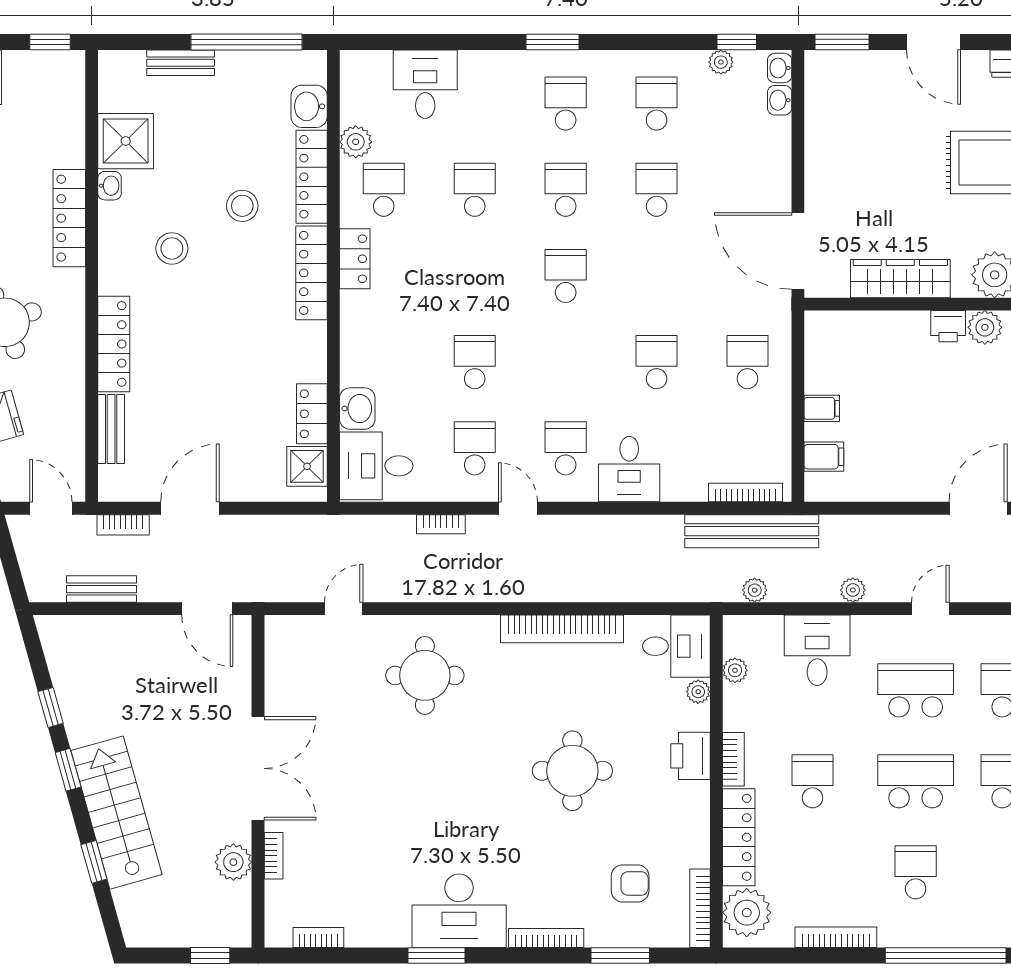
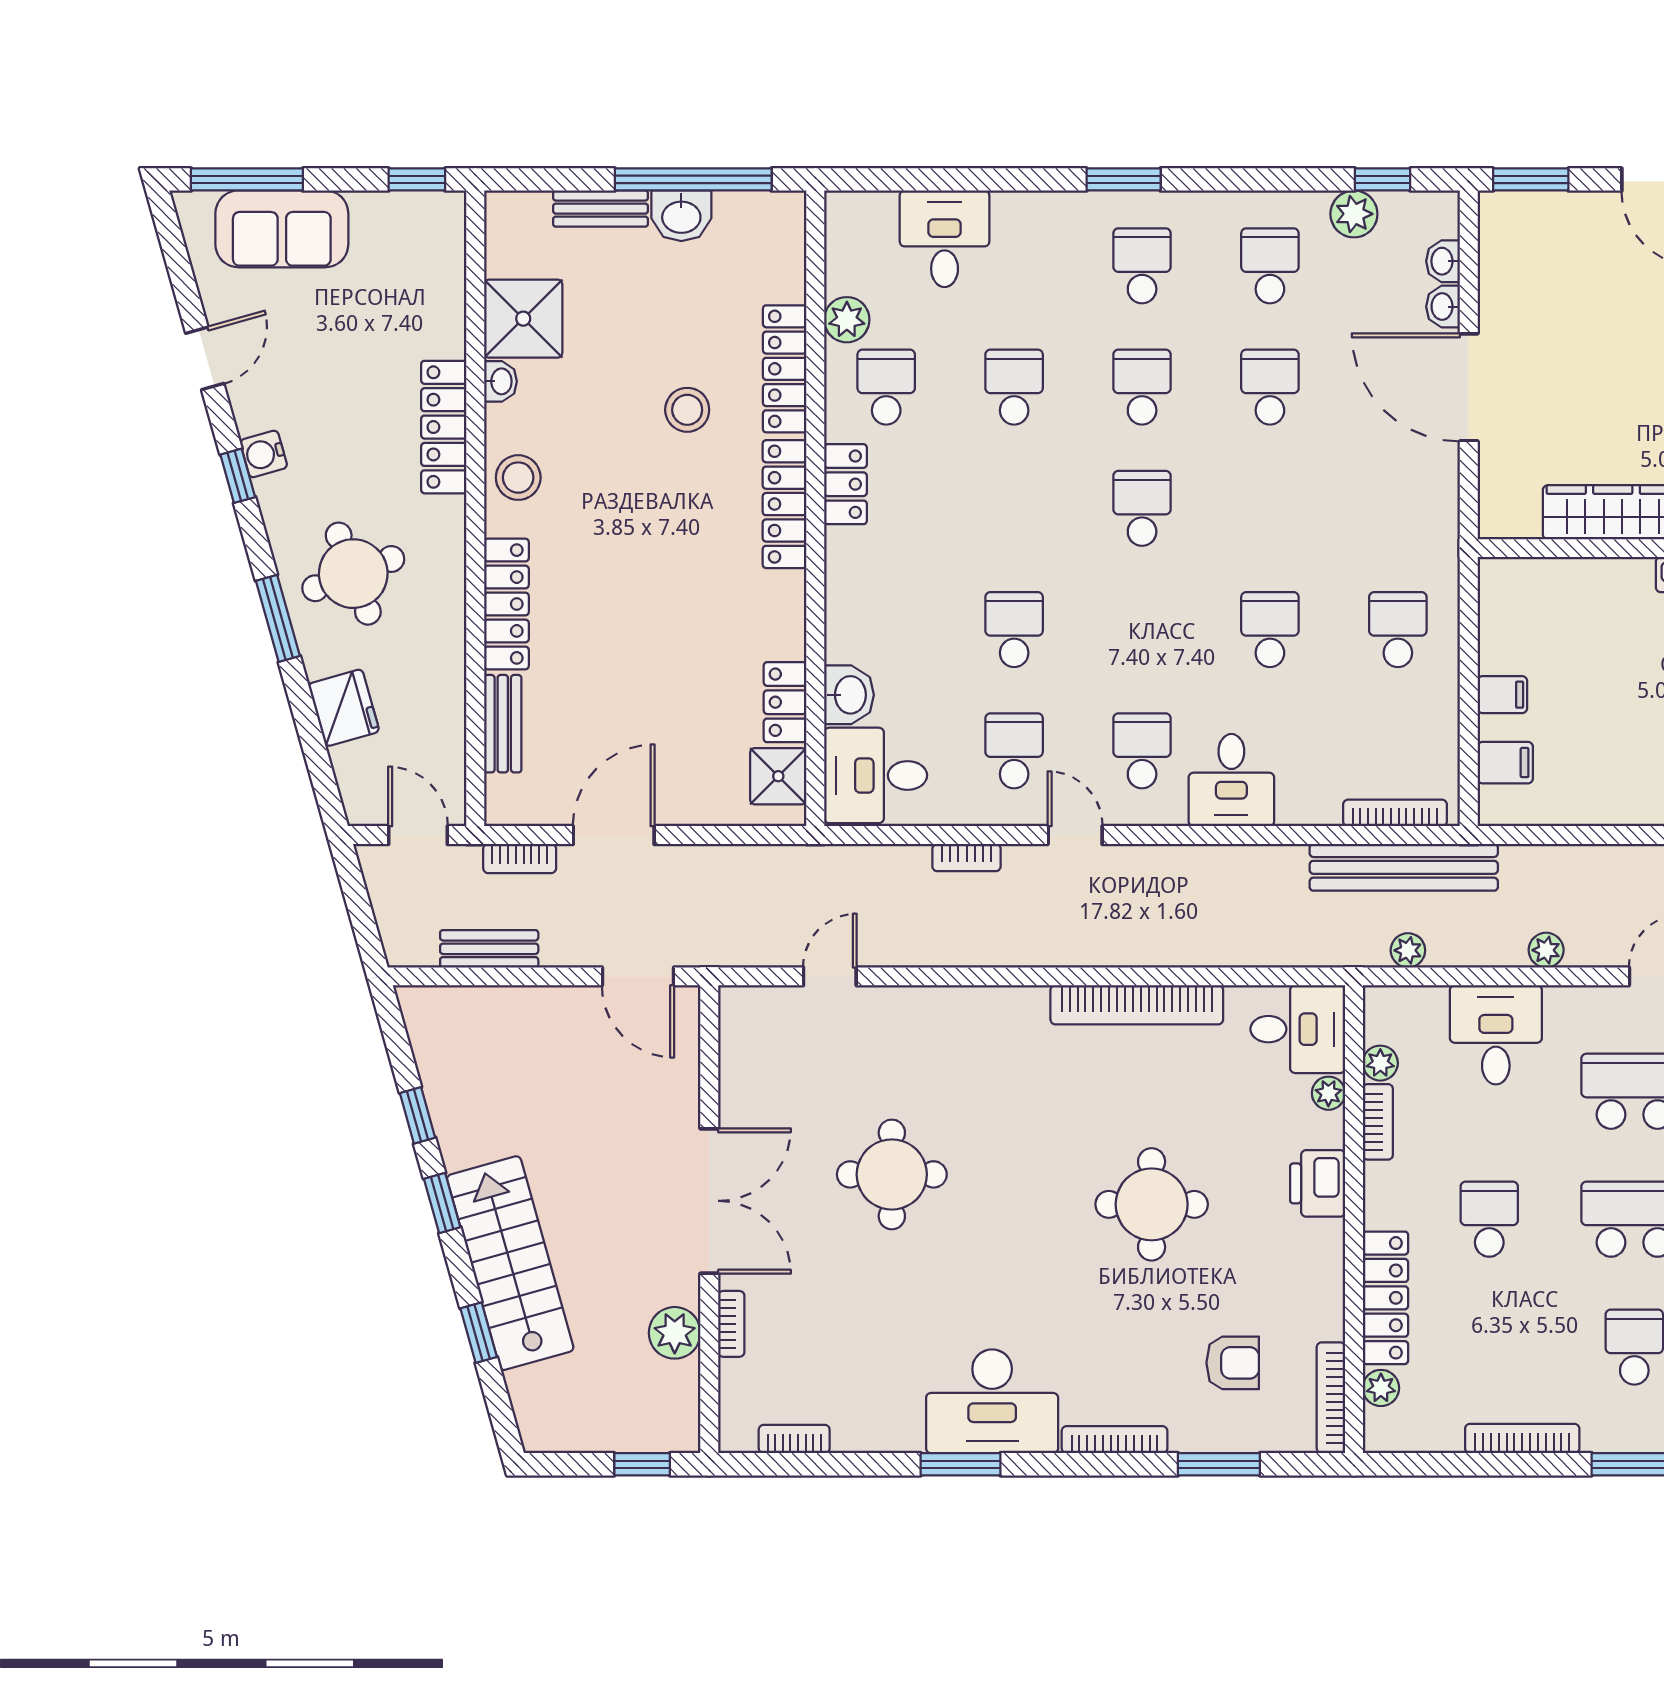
plant: (721, 62) -> (1354, 214), width x1.38, depth x1.38
washbasin: (780, 68) -> (1443, 307), moved
washbasin: (309, 106) -> (681, 216), moved, turned -90
stool: (172, 248) -> (518, 478), moved
door: (798, 251) -> (1469, 387), moved
round table: (425, 675) -> (892, 1174), moved
bookcase: (733, 759) -> (1378, 1122), moved
plant: (747, 913) -> (1381, 1388), width x0.53, depth x0.53

